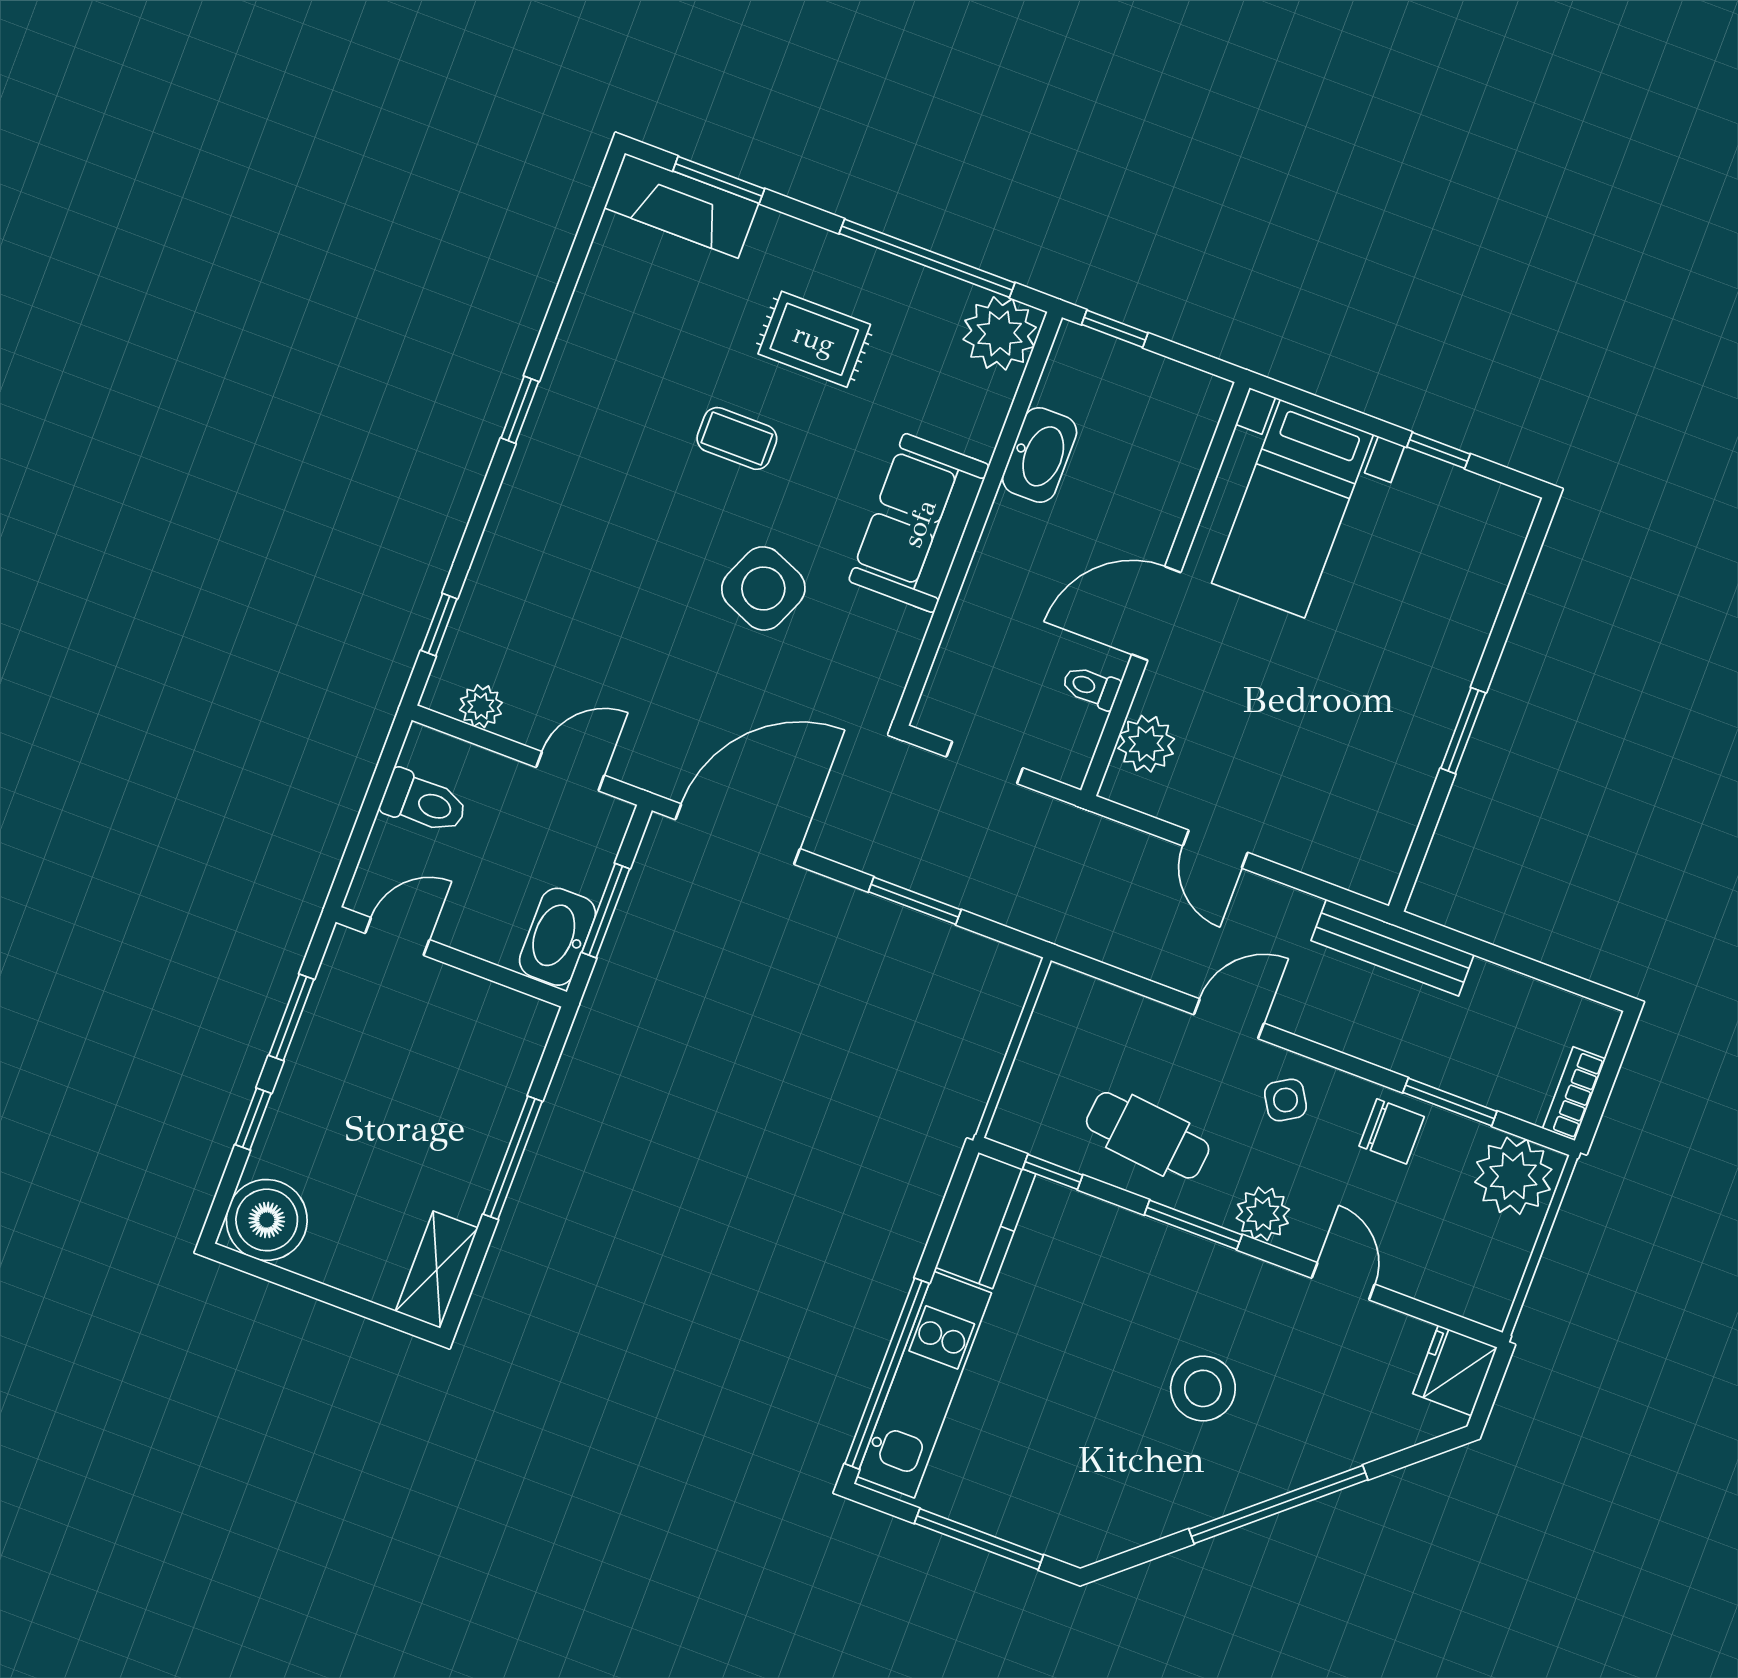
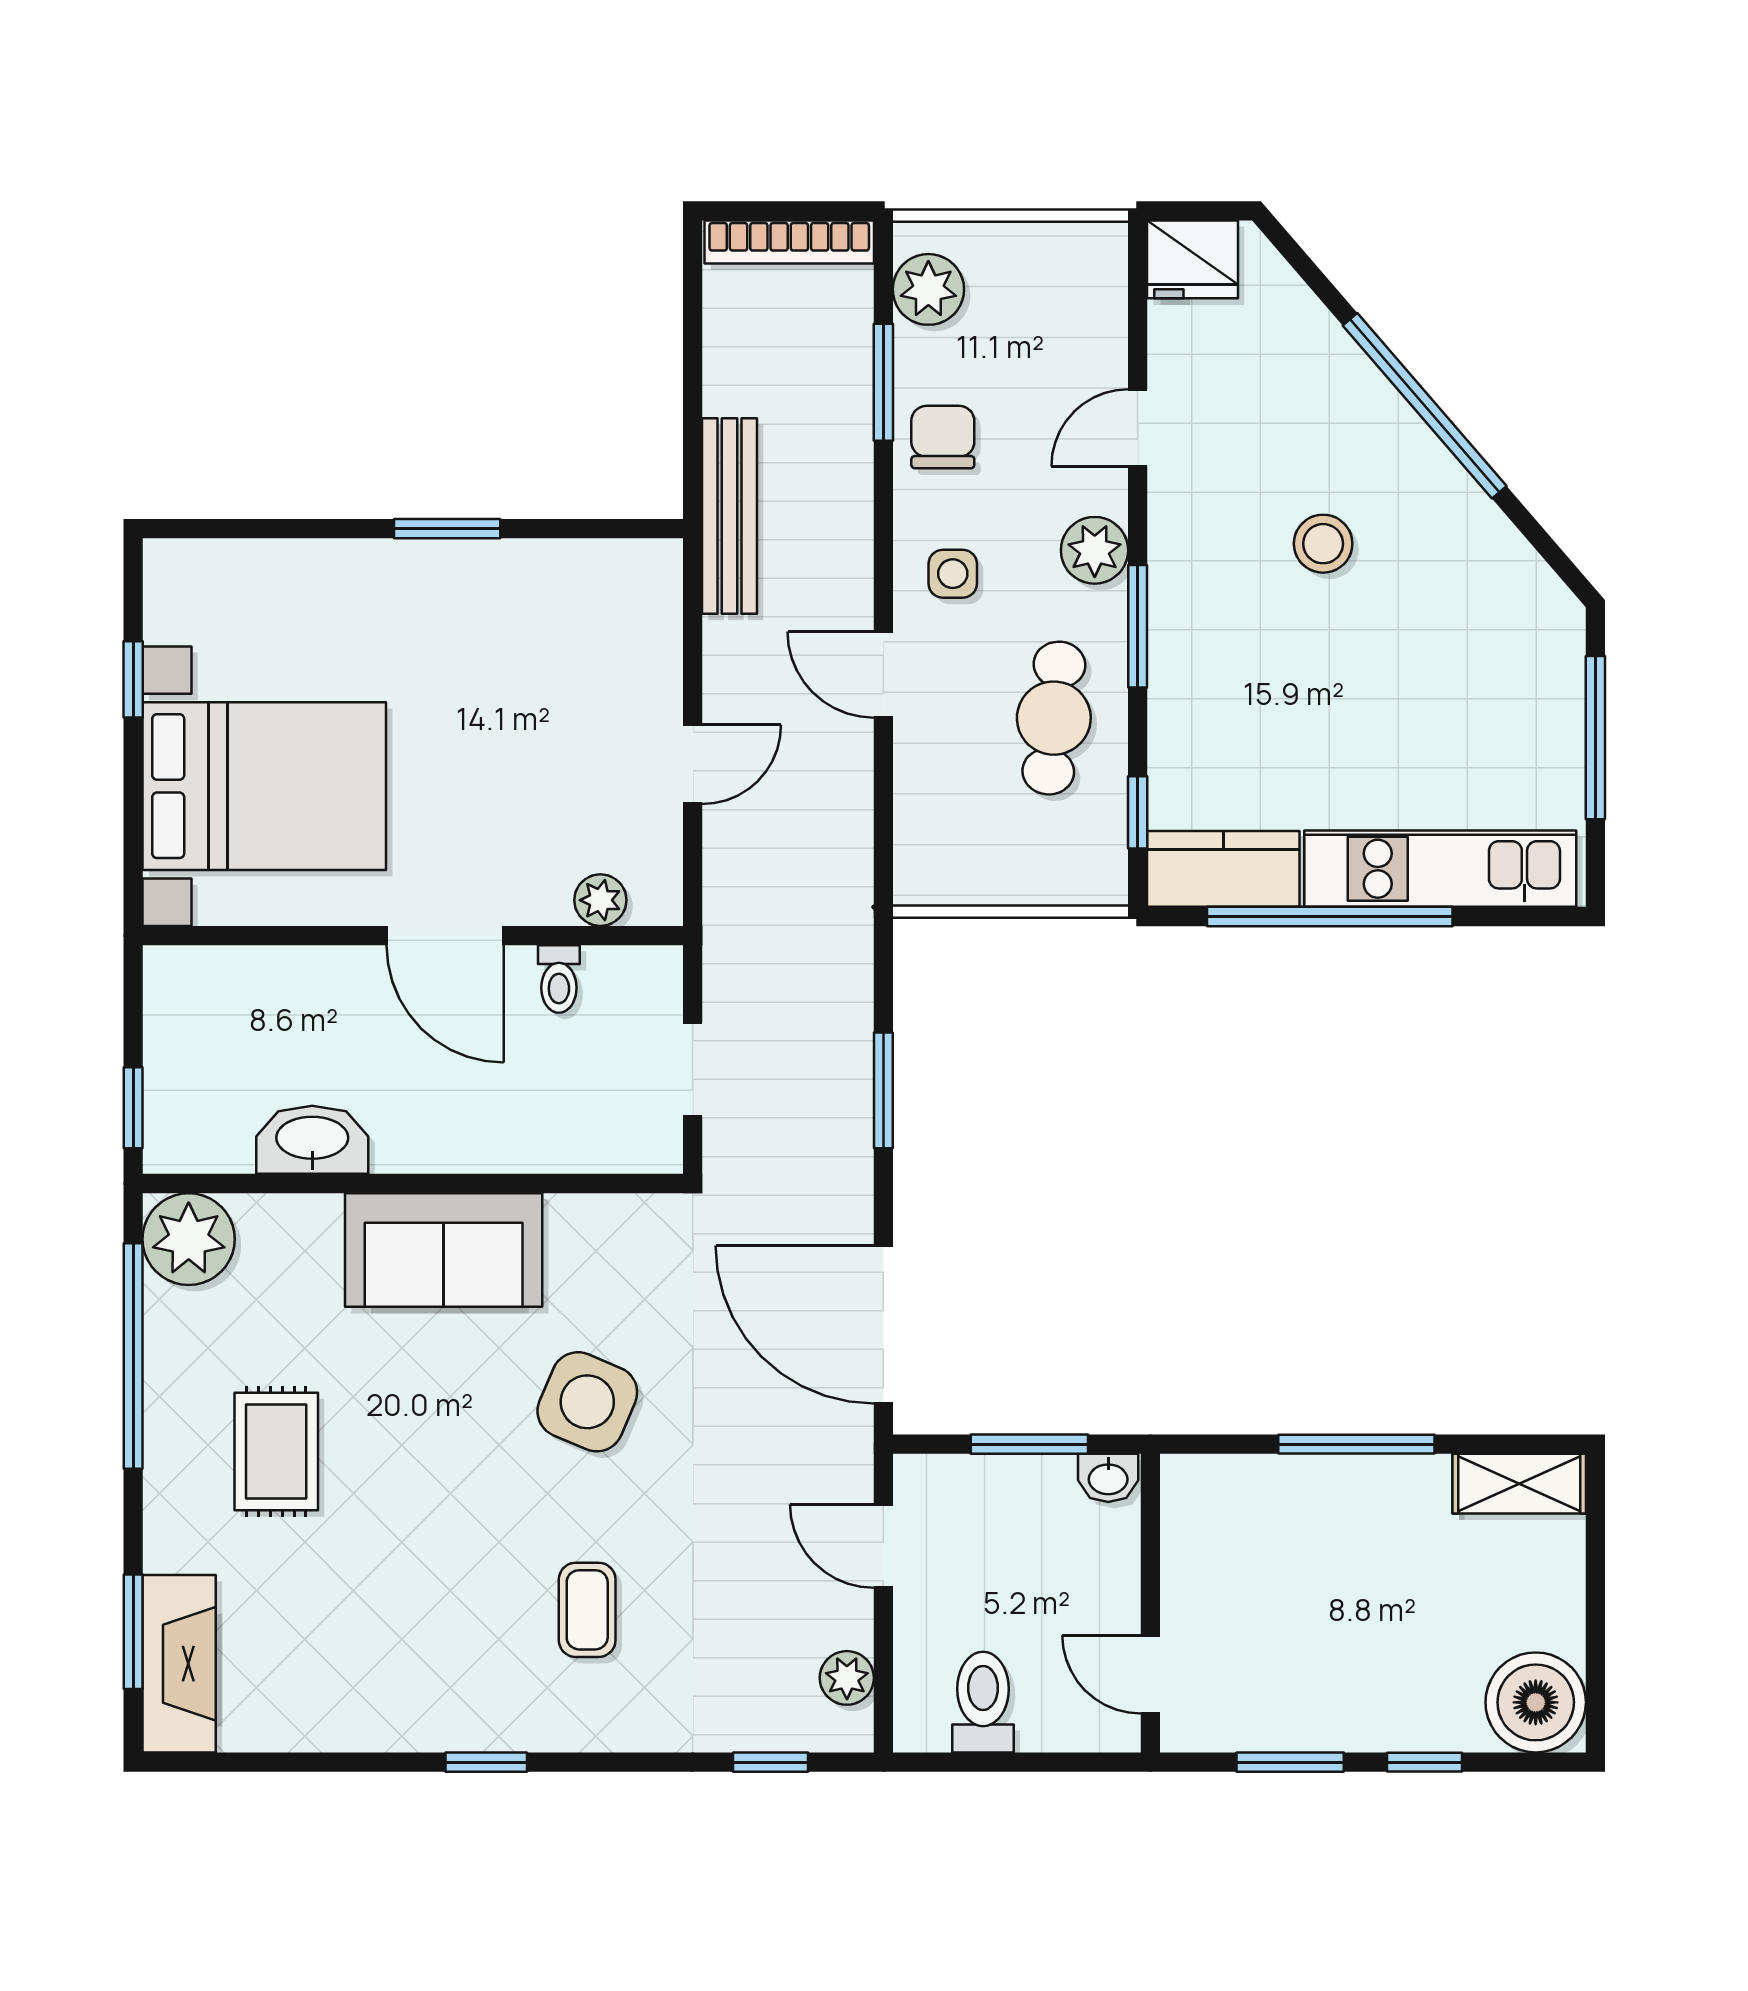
coffee table: (737, 438) -> (587, 1610), moved
bed with nightstands: (1292, 509) -> (264, 786), width x1.36
plant: (1146, 744) -> (600, 900), width x0.73, depth x0.73
washbasin: (557, 937) -> (1108, 1478), width x0.52, depth x0.69
bookcase: (1574, 1094) -> (789, 242), width x1.56
side table: (1285, 1100) -> (953, 574), turned 31
plant: (1513, 1176) -> (928, 289), width x0.73, depth x0.73
window: (887, 1374) -> (1330, 916), moved
stool: (1203, 1388) -> (1323, 544), width x0.73, depth x0.73

